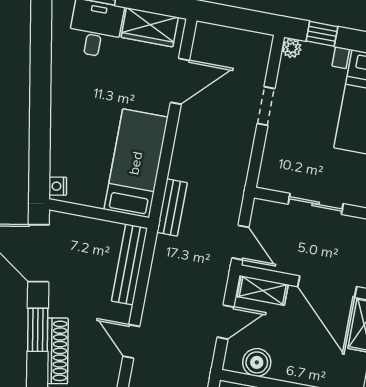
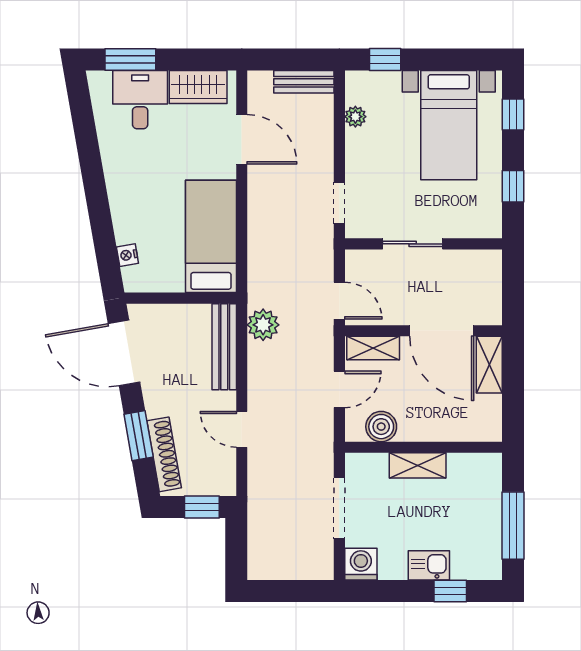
plant: (292, 48) -> (355, 117), moved
door: (180, 81) -> (242, 139), hinge flipped
doorway: (266, 106) -> (339, 203), moved
nightstand: (58, 186) -> (127, 255), moved
bench: (172, 207) -> (304, 82), moved, turned 90
plant: (168, 251) -> (263, 325), added

